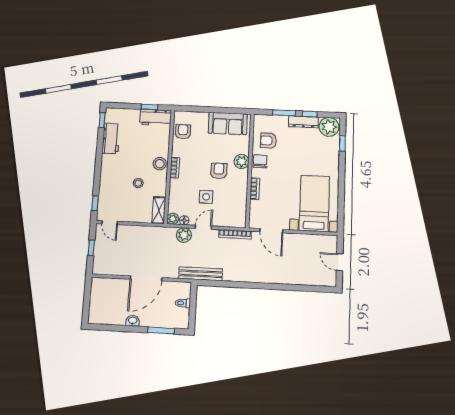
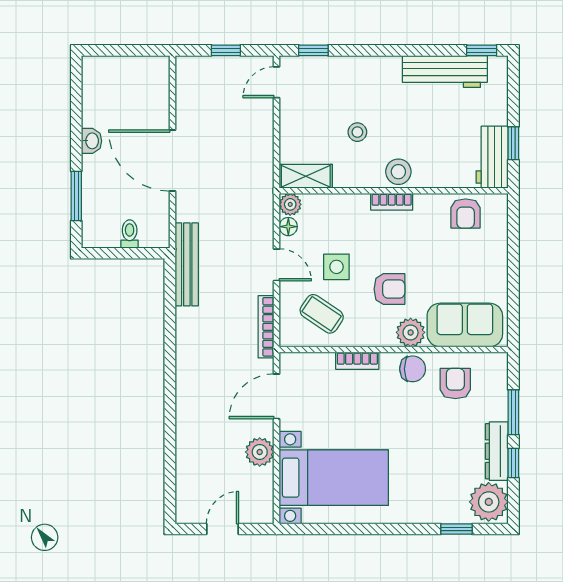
sofa: (228, 124) -> (465, 325), moved, turned 90
armchair: (183, 132) -> (466, 213), turned 90
workbench: (111, 139) -> (445, 71), width x1.38
coffee table: (230, 206) -> (322, 314), added
plant: (184, 235) -> (260, 452), moved

